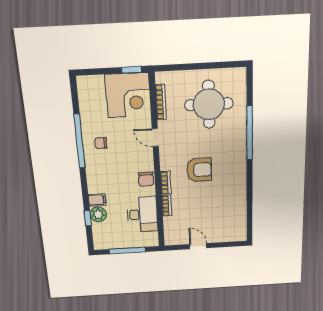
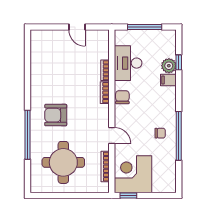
armchair: (199, 170) -> (56, 115), moved

